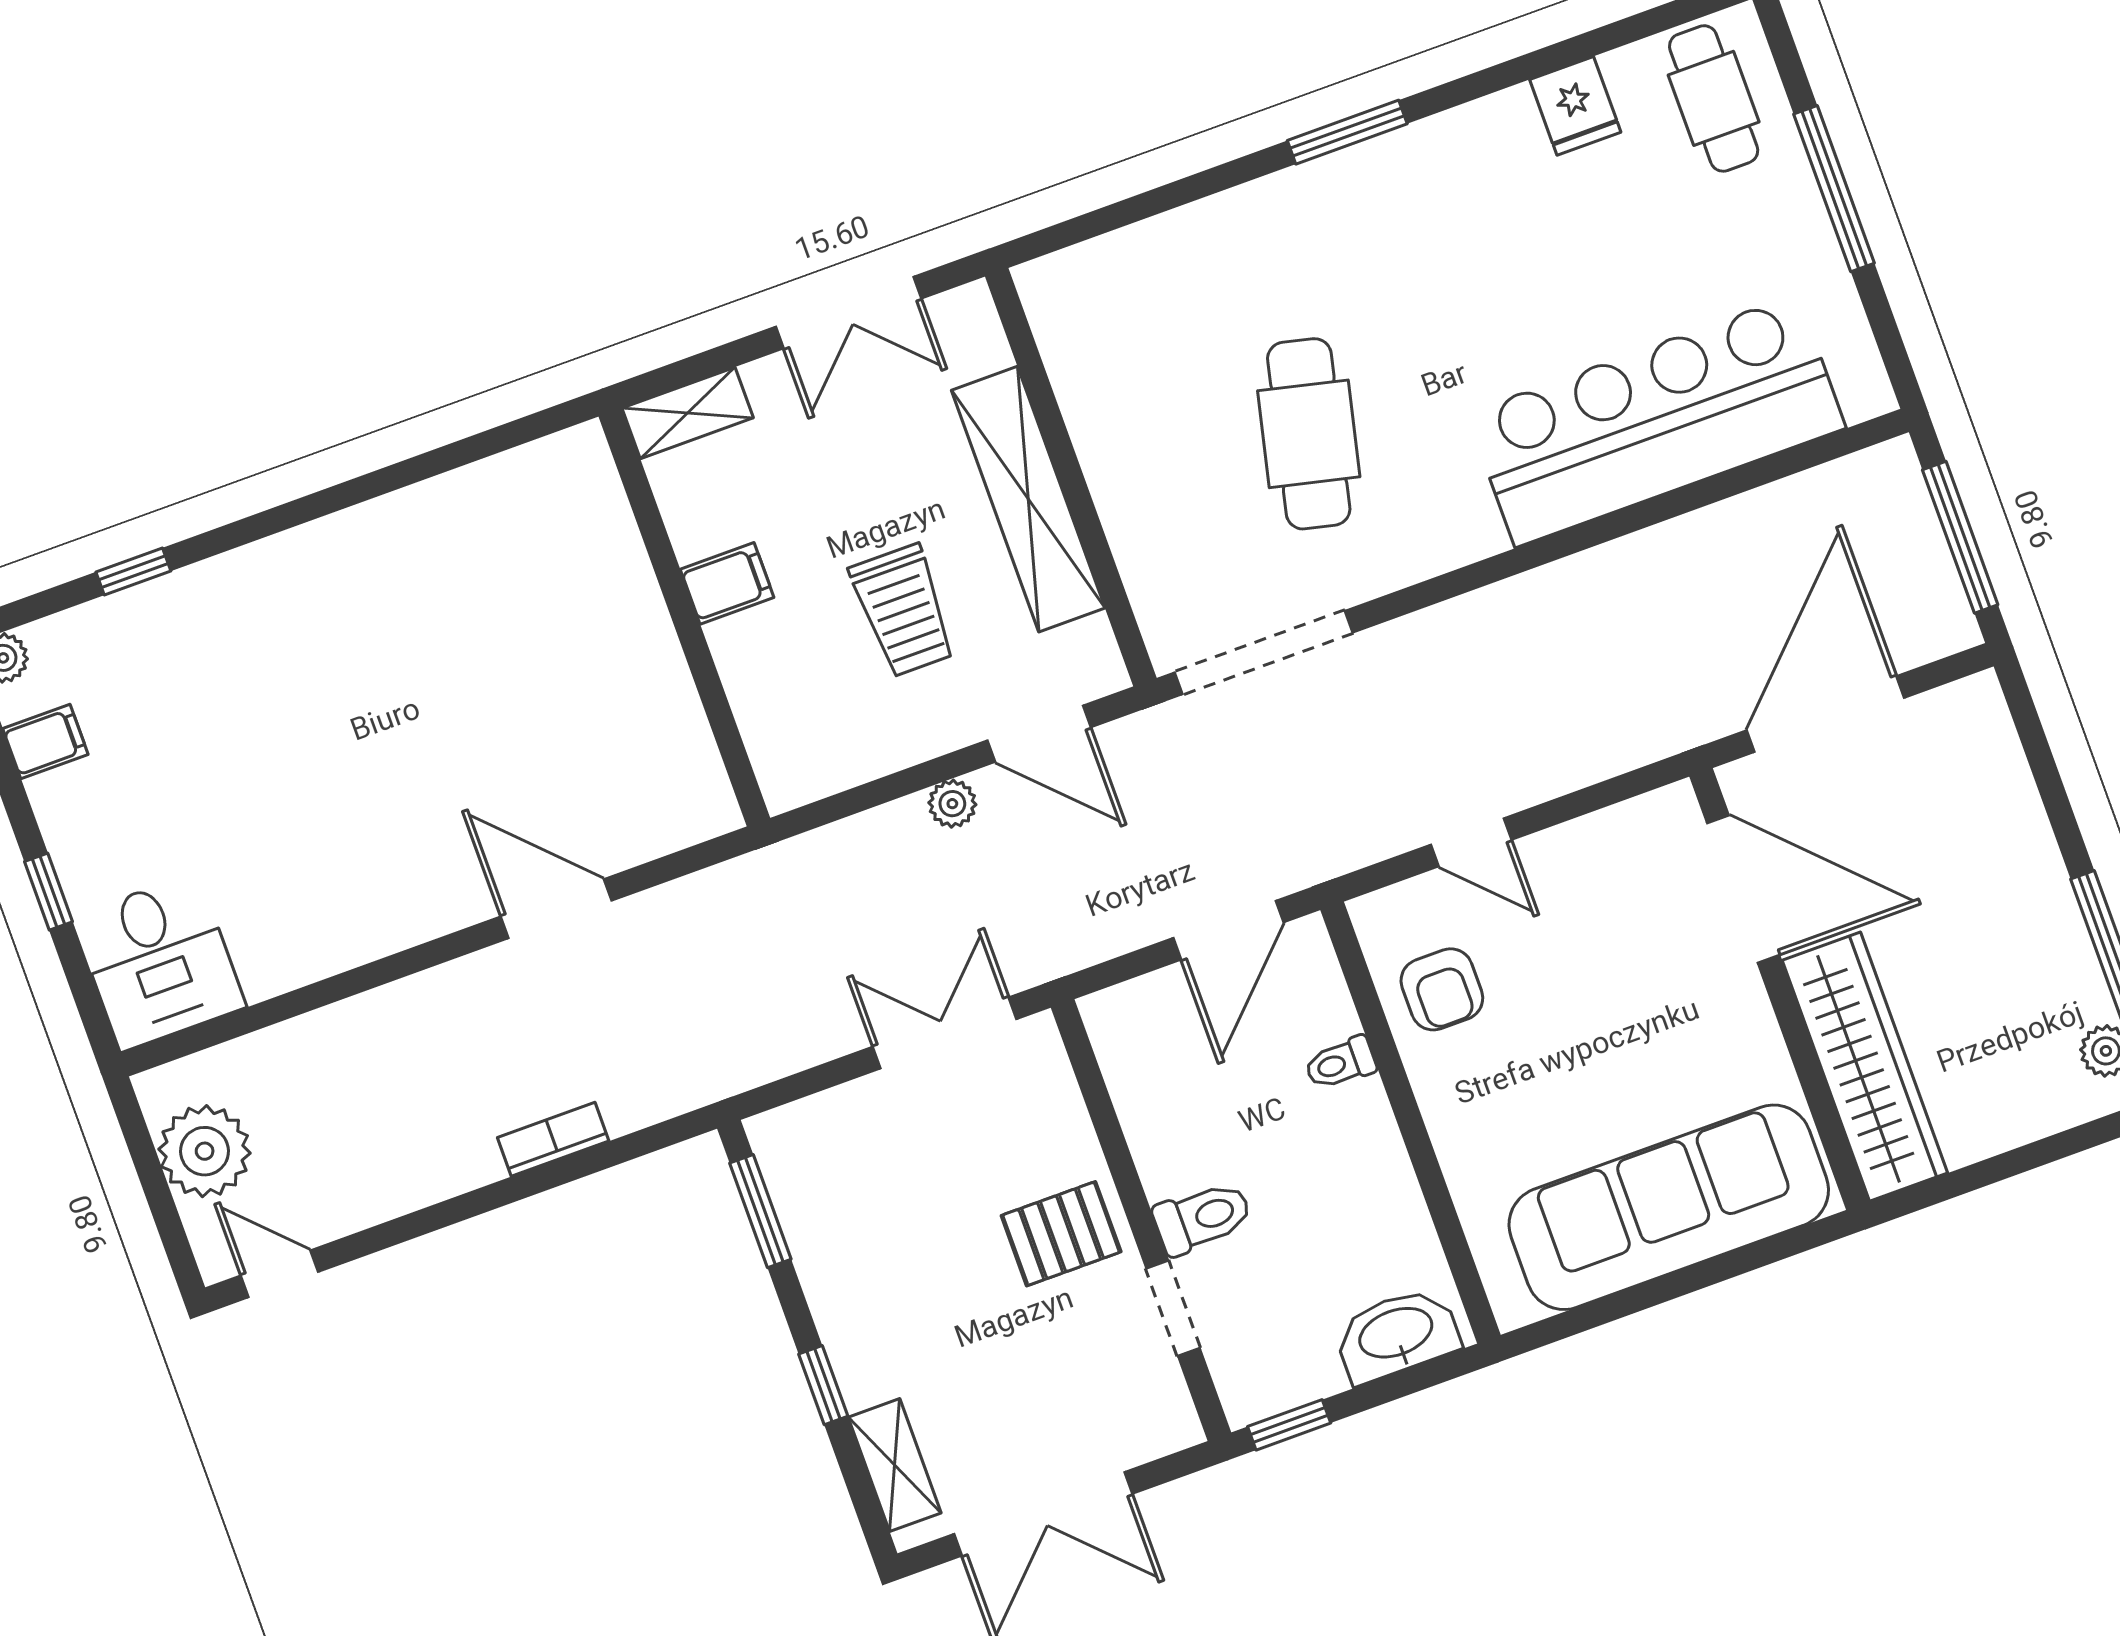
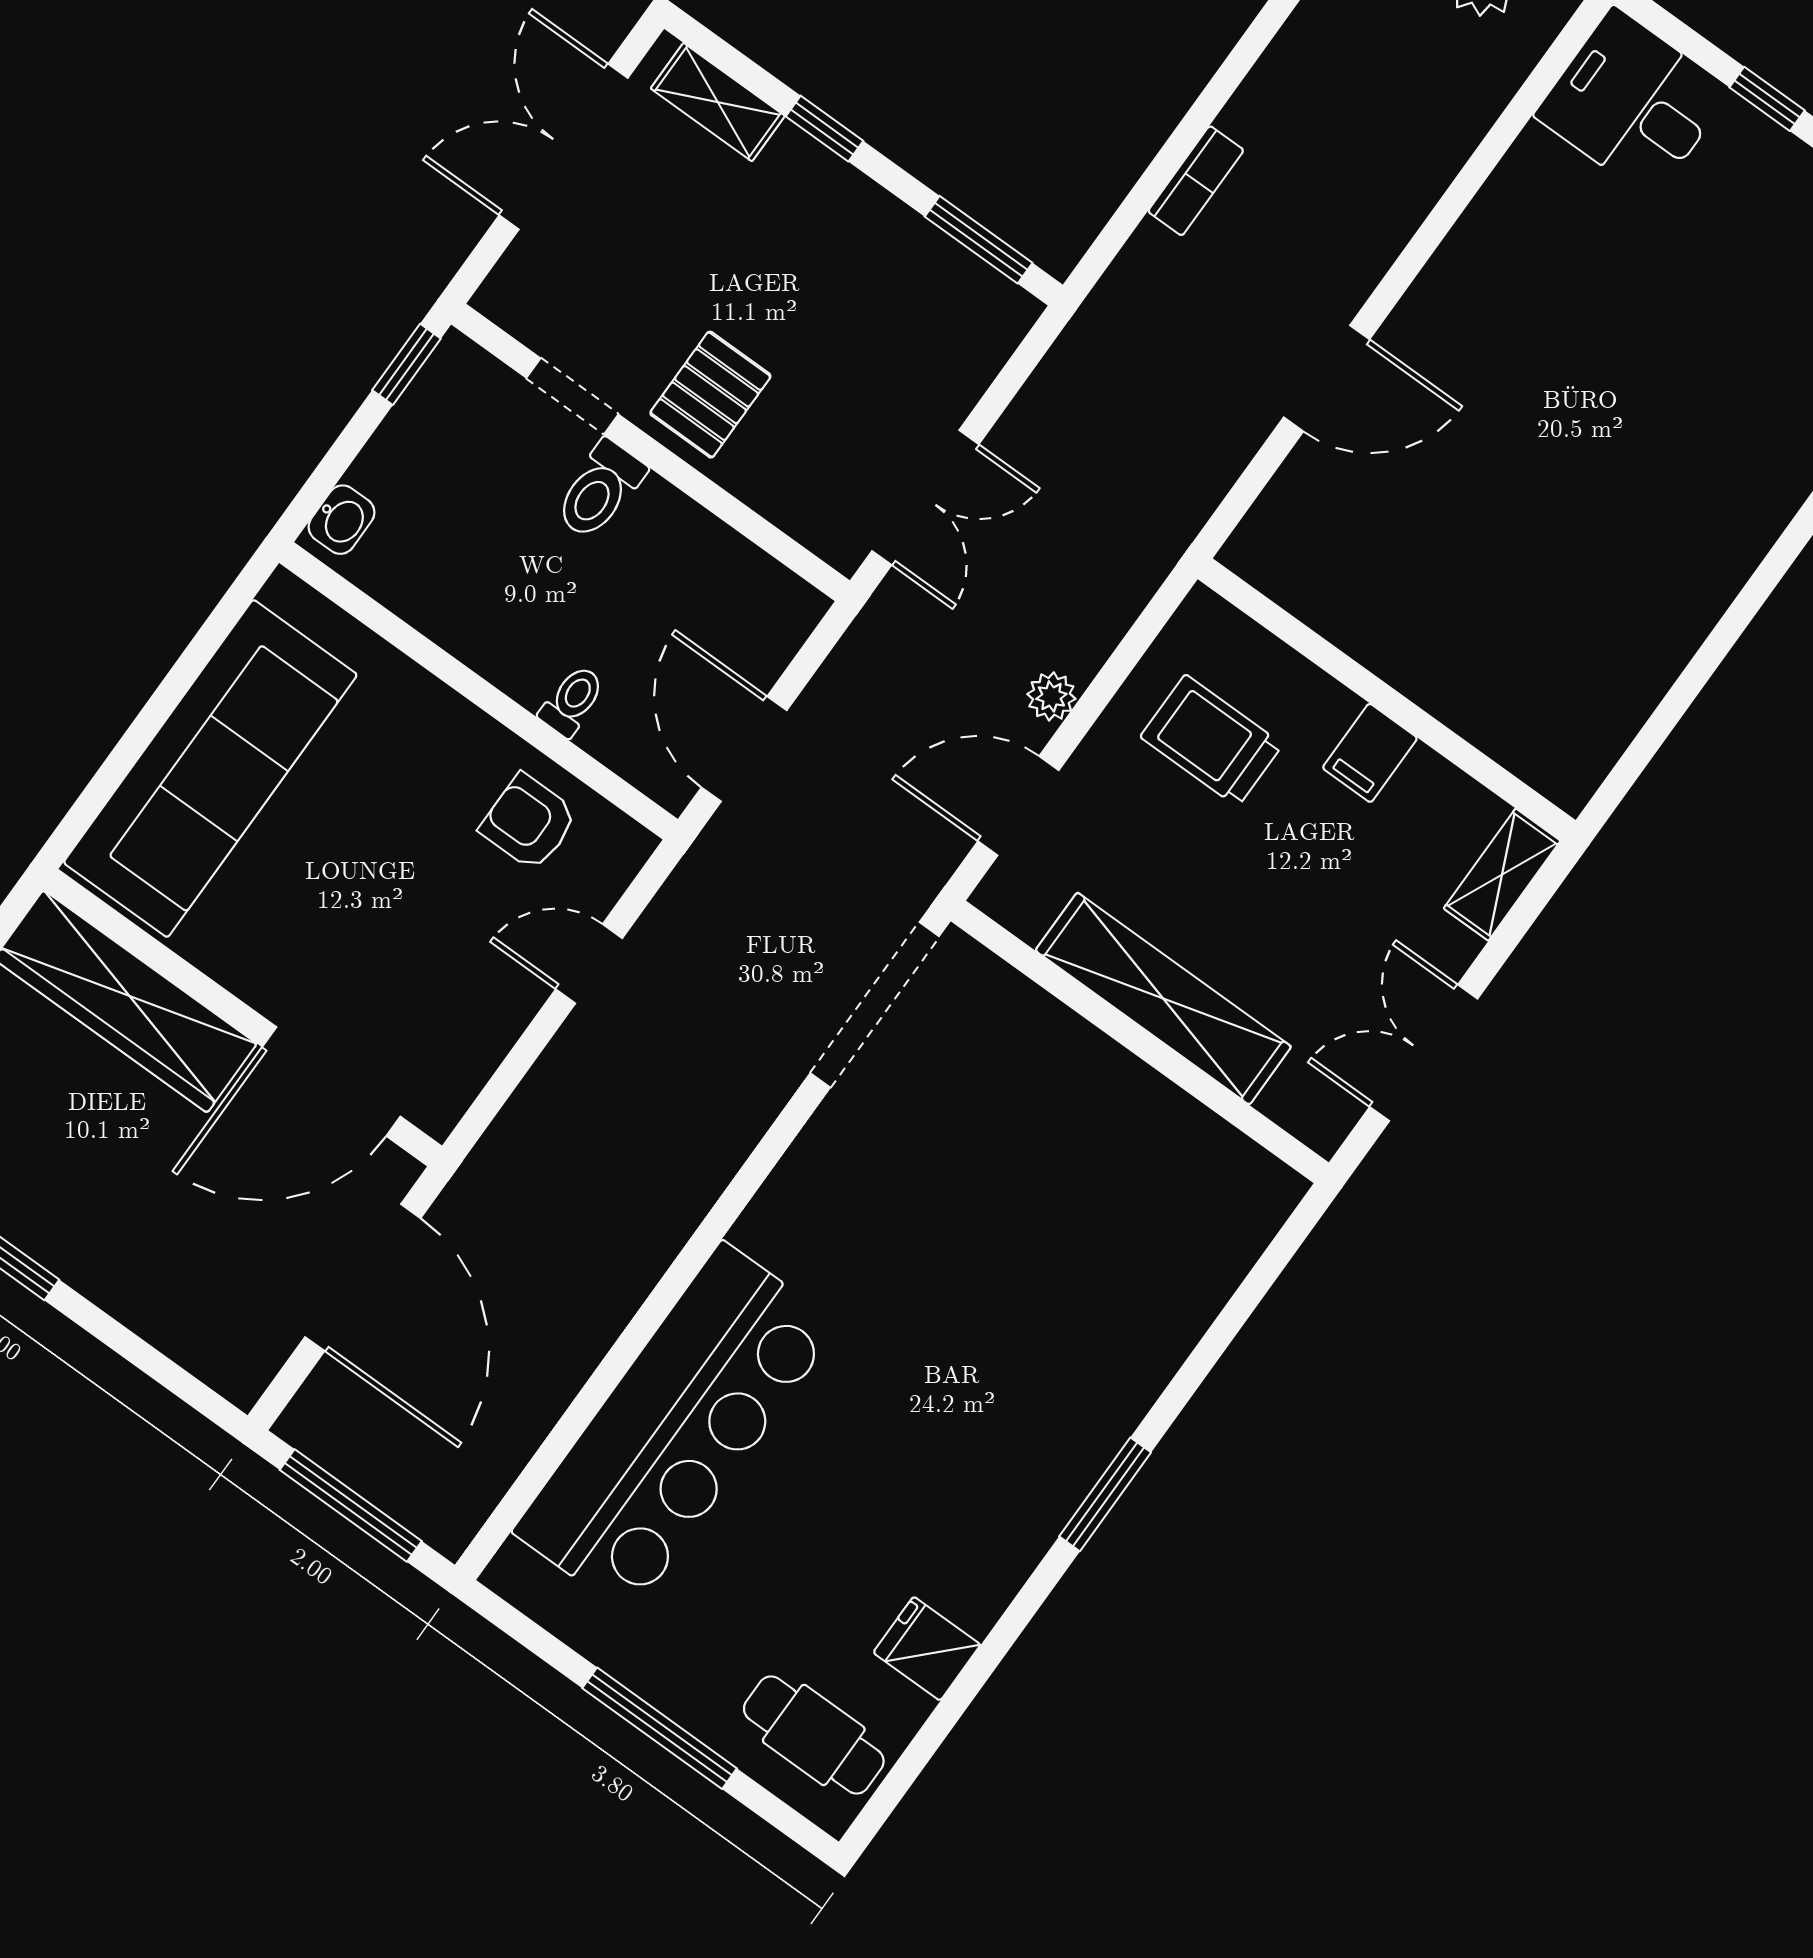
cafe table: (1309, 434) -> (963, 1216), removed
trolley: (903, 611) -> (1211, 741), moved
washbasin: (1397, 1335) -> (342, 520), width x0.52, depth x0.69

